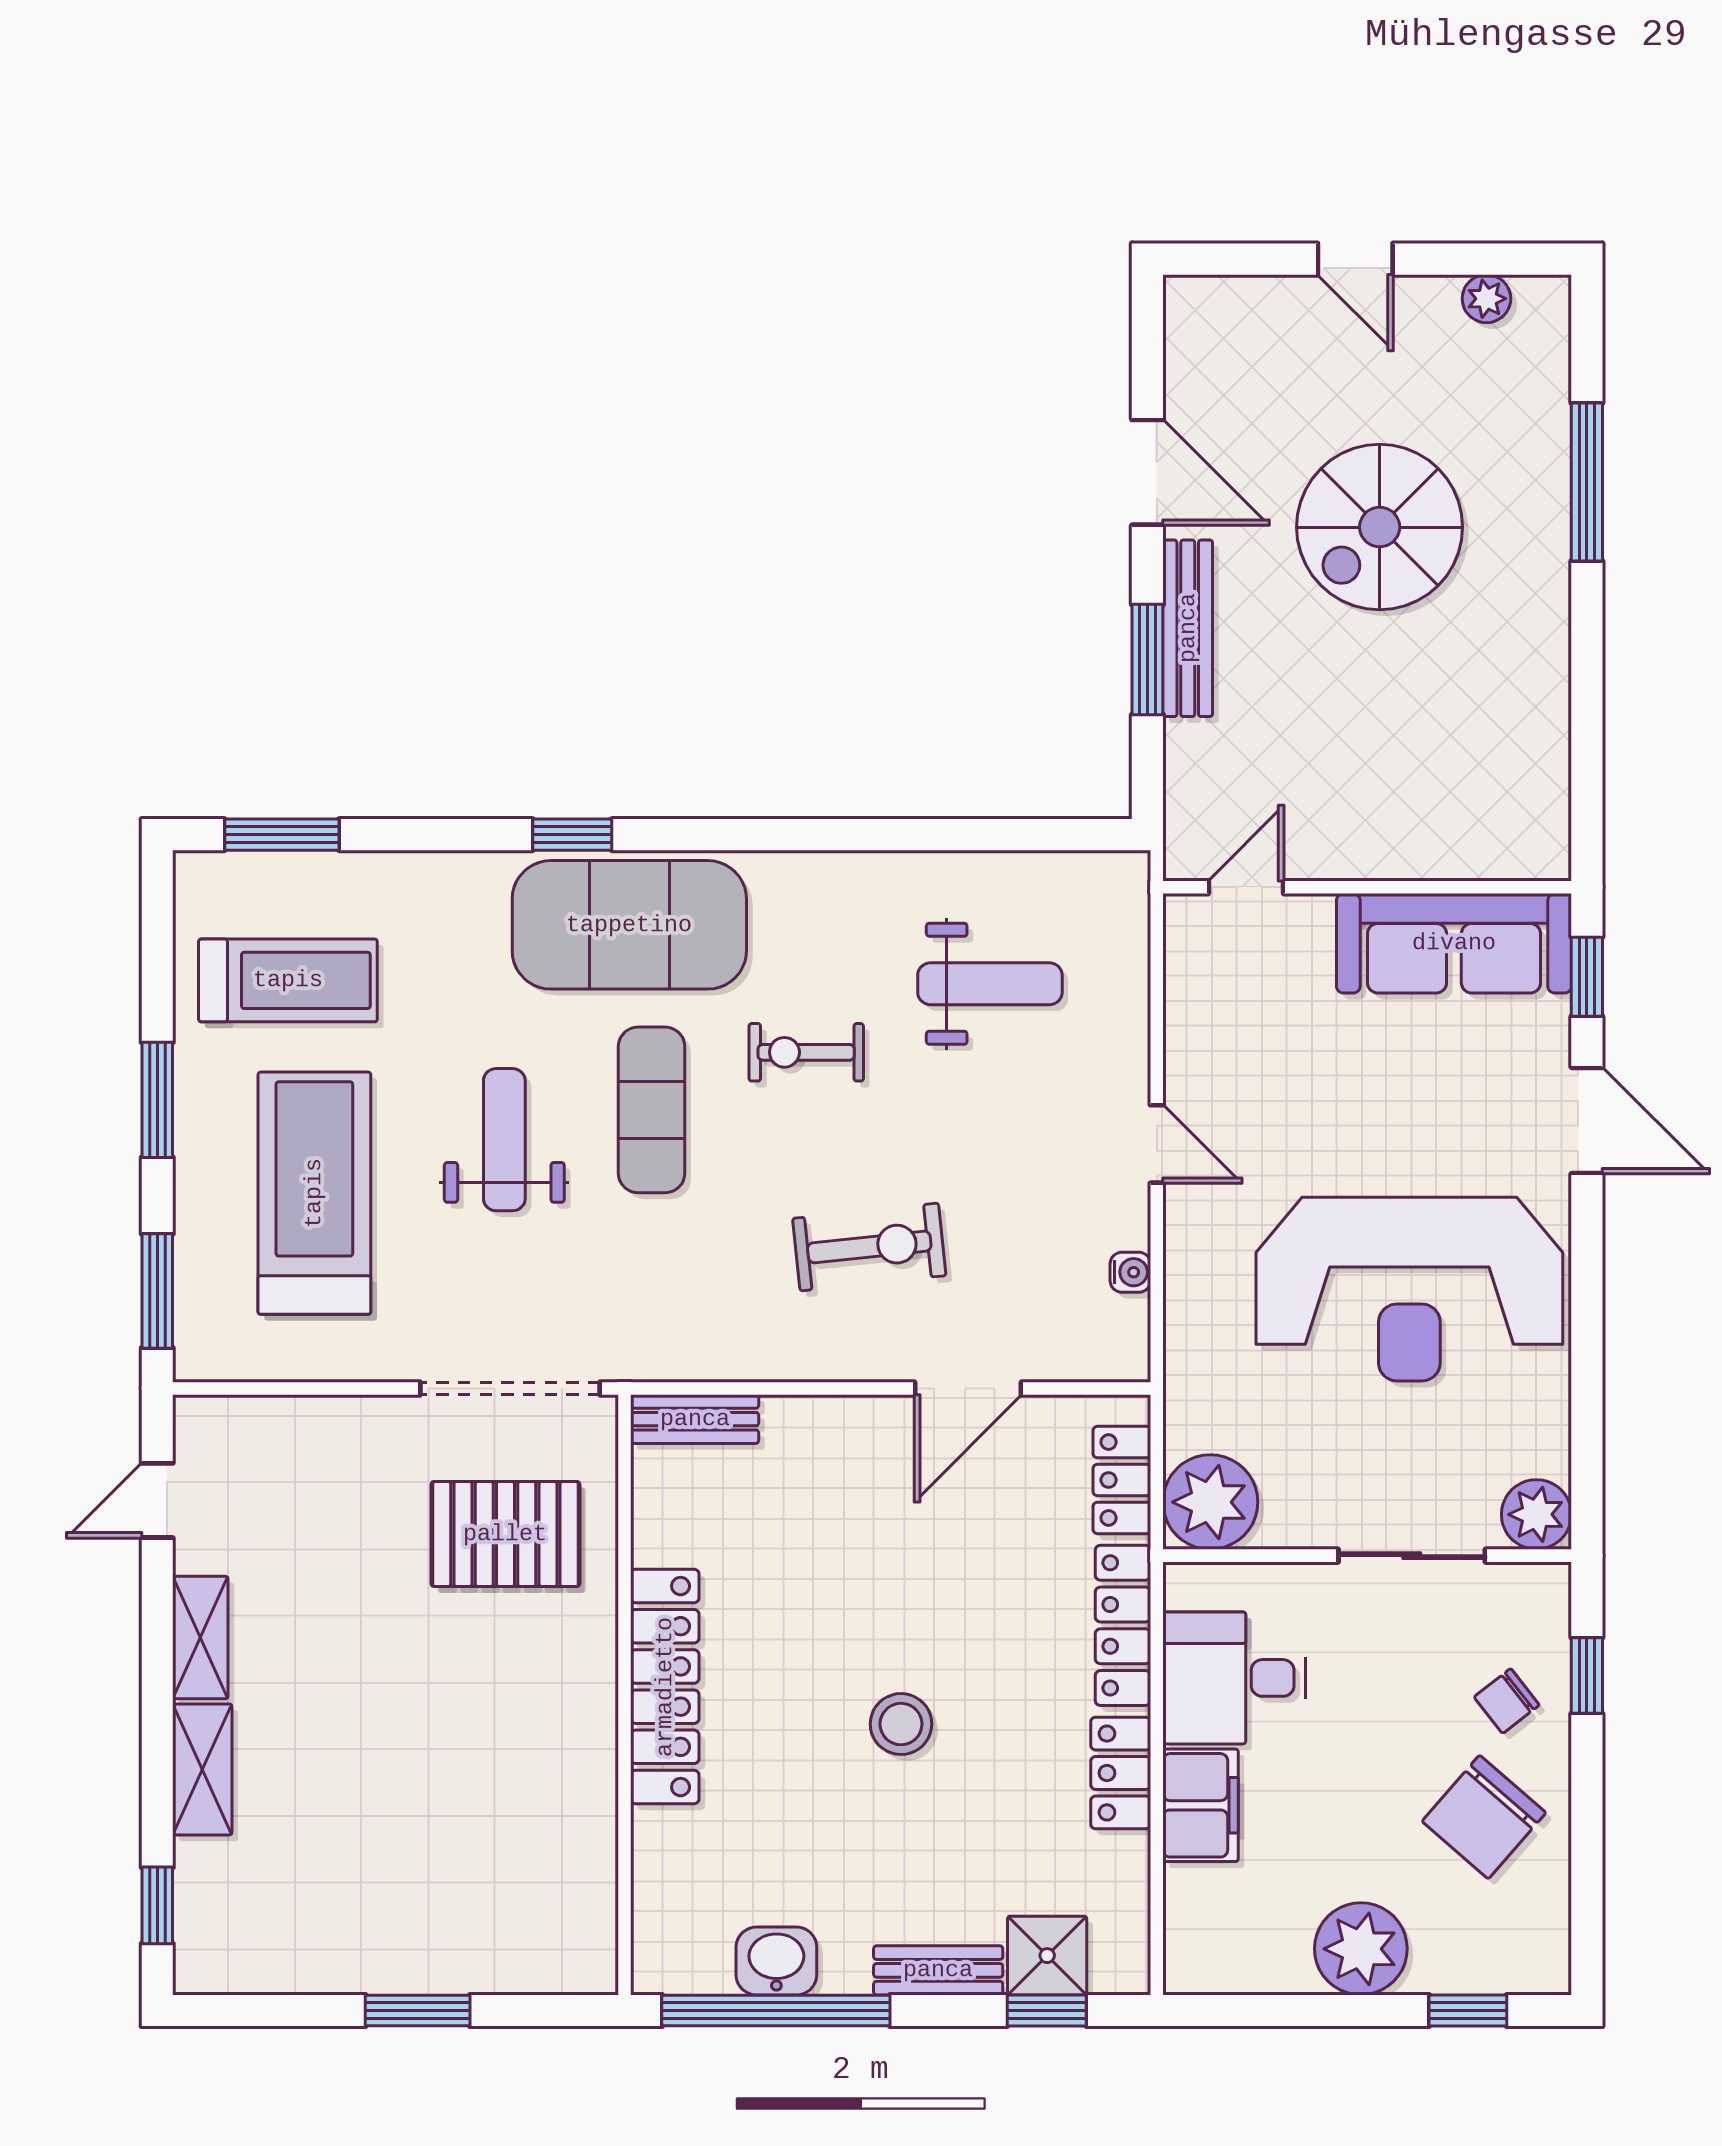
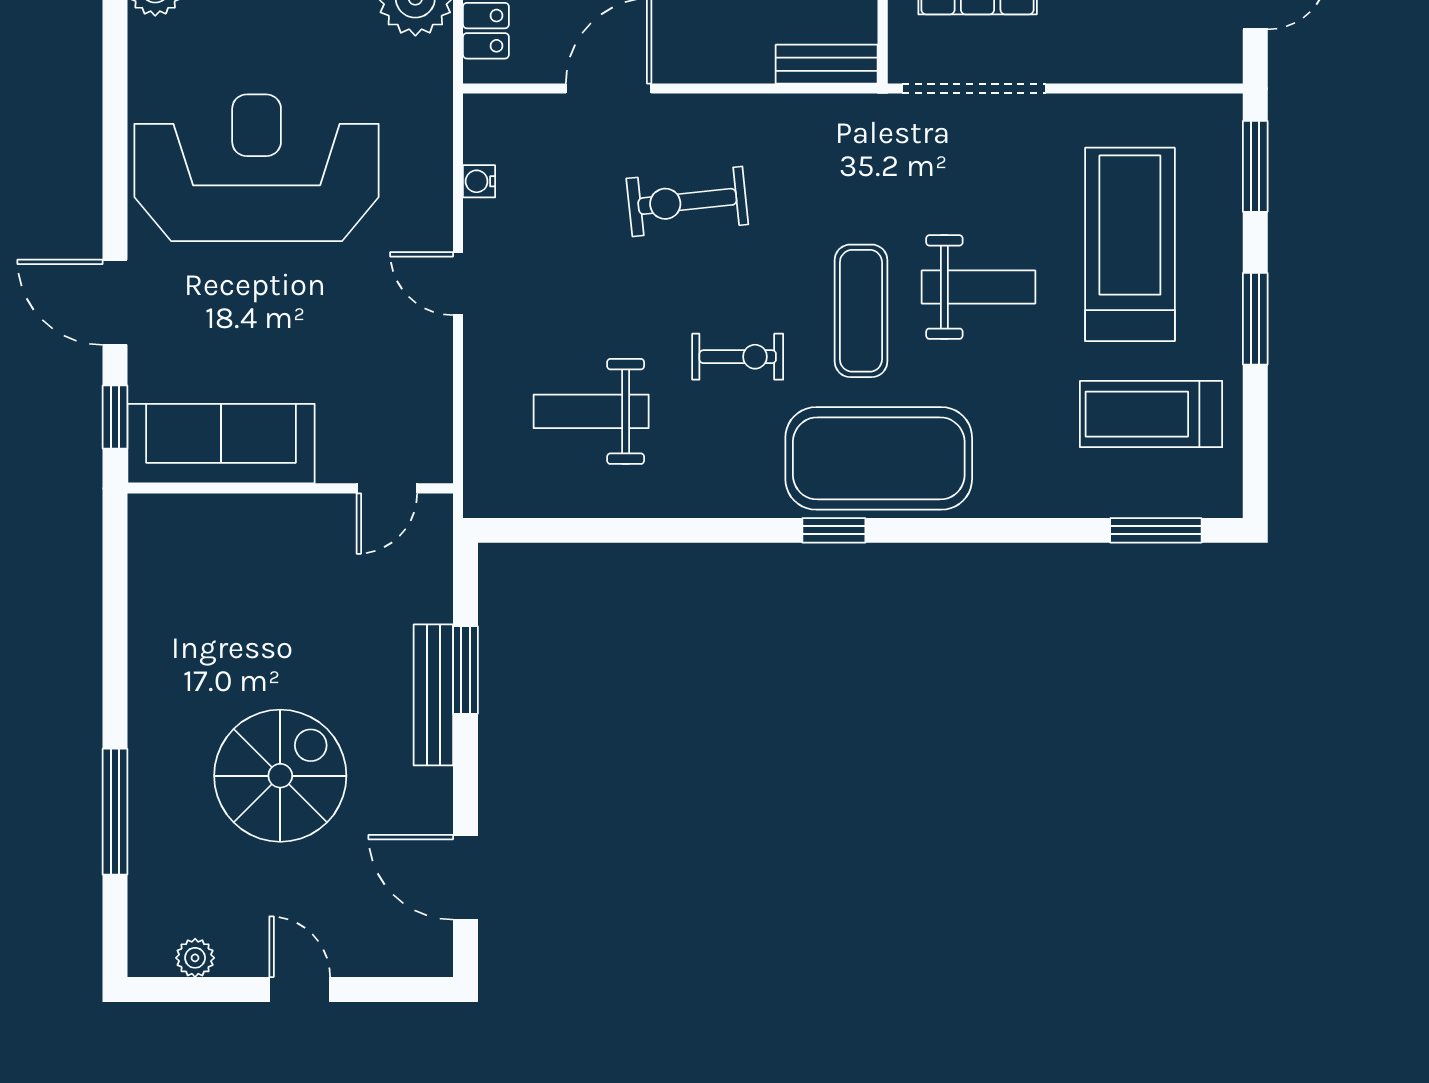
door: (1147, 472) -> (465, 877), moved
window: (572, 835) -> (834, 530), moved
weight bench: (504, 1140) -> (978, 287), turned -90
treadmill: (314, 1193) -> (1130, 244), turned 180

